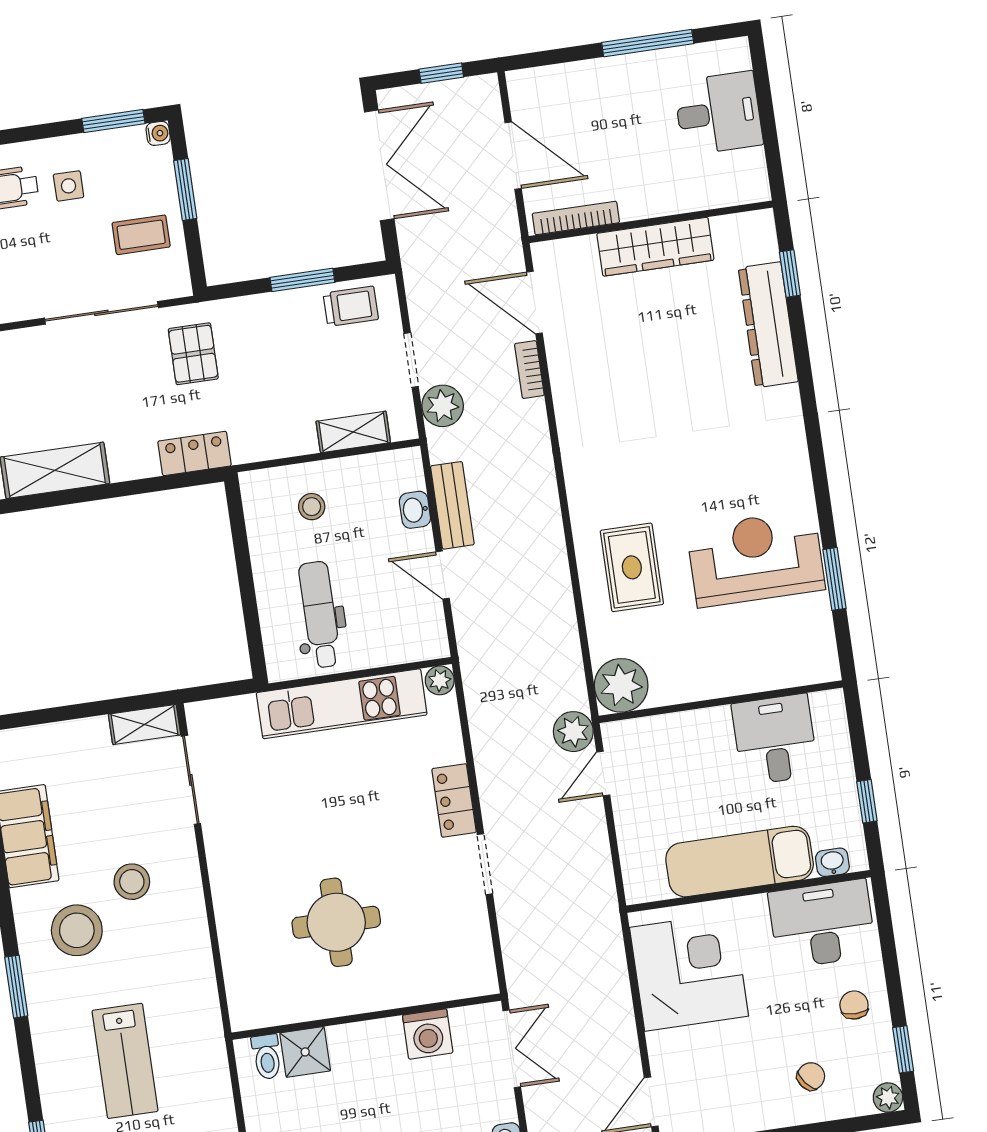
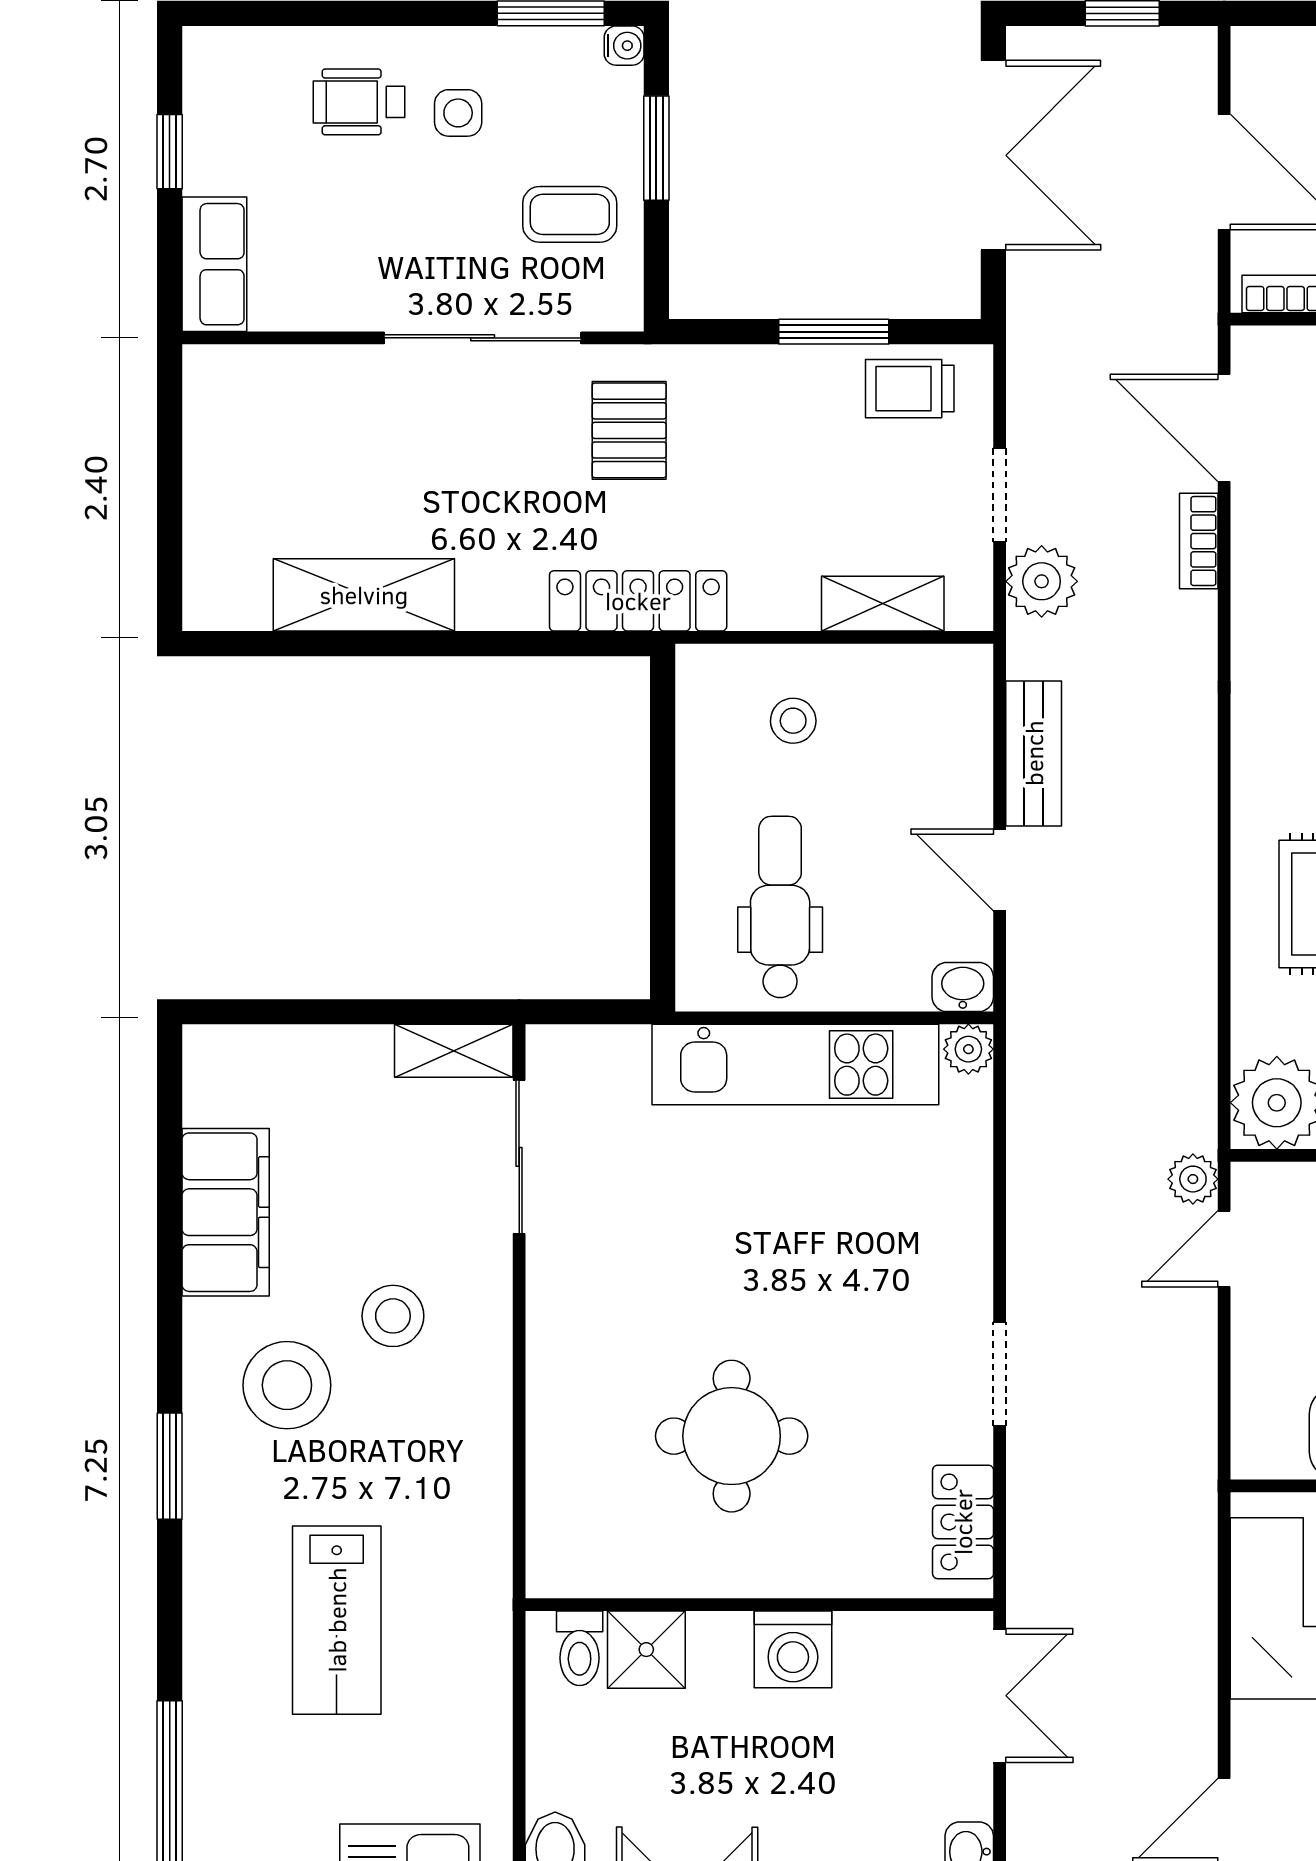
trolley: (351, 306) -> (910, 389), turned 180
locker: (195, 453) -> (638, 601), width x1.53
washbasin: (415, 510) -> (963, 987), moved, turned 90
plant: (573, 732) -> (1193, 1179), width x0.73, depth x0.73
locker: (454, 800) -> (963, 1522), moved
washing machine: (428, 1034) -> (793, 1649), moved

